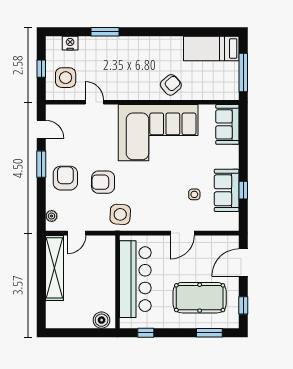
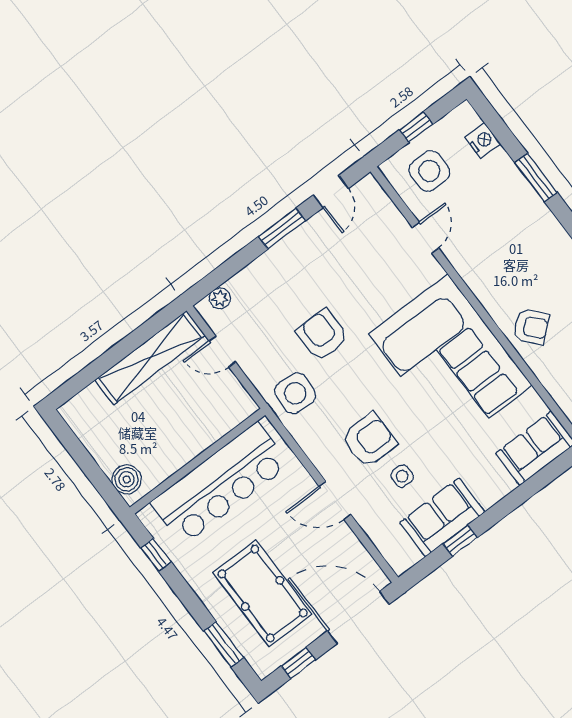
armchair: (65, 178) -> (369, 440), moved
door: (243, 263) -> (358, 618), width x1.36

